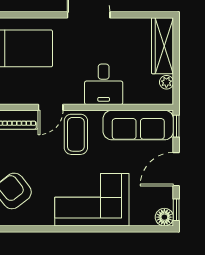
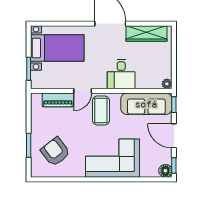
wardrobe: (163, 46) -> (146, 33), moved, turned -90
plant: (166, 82) -> (167, 84), moved
door: (176, 169) -> (174, 136), hinge flipped

